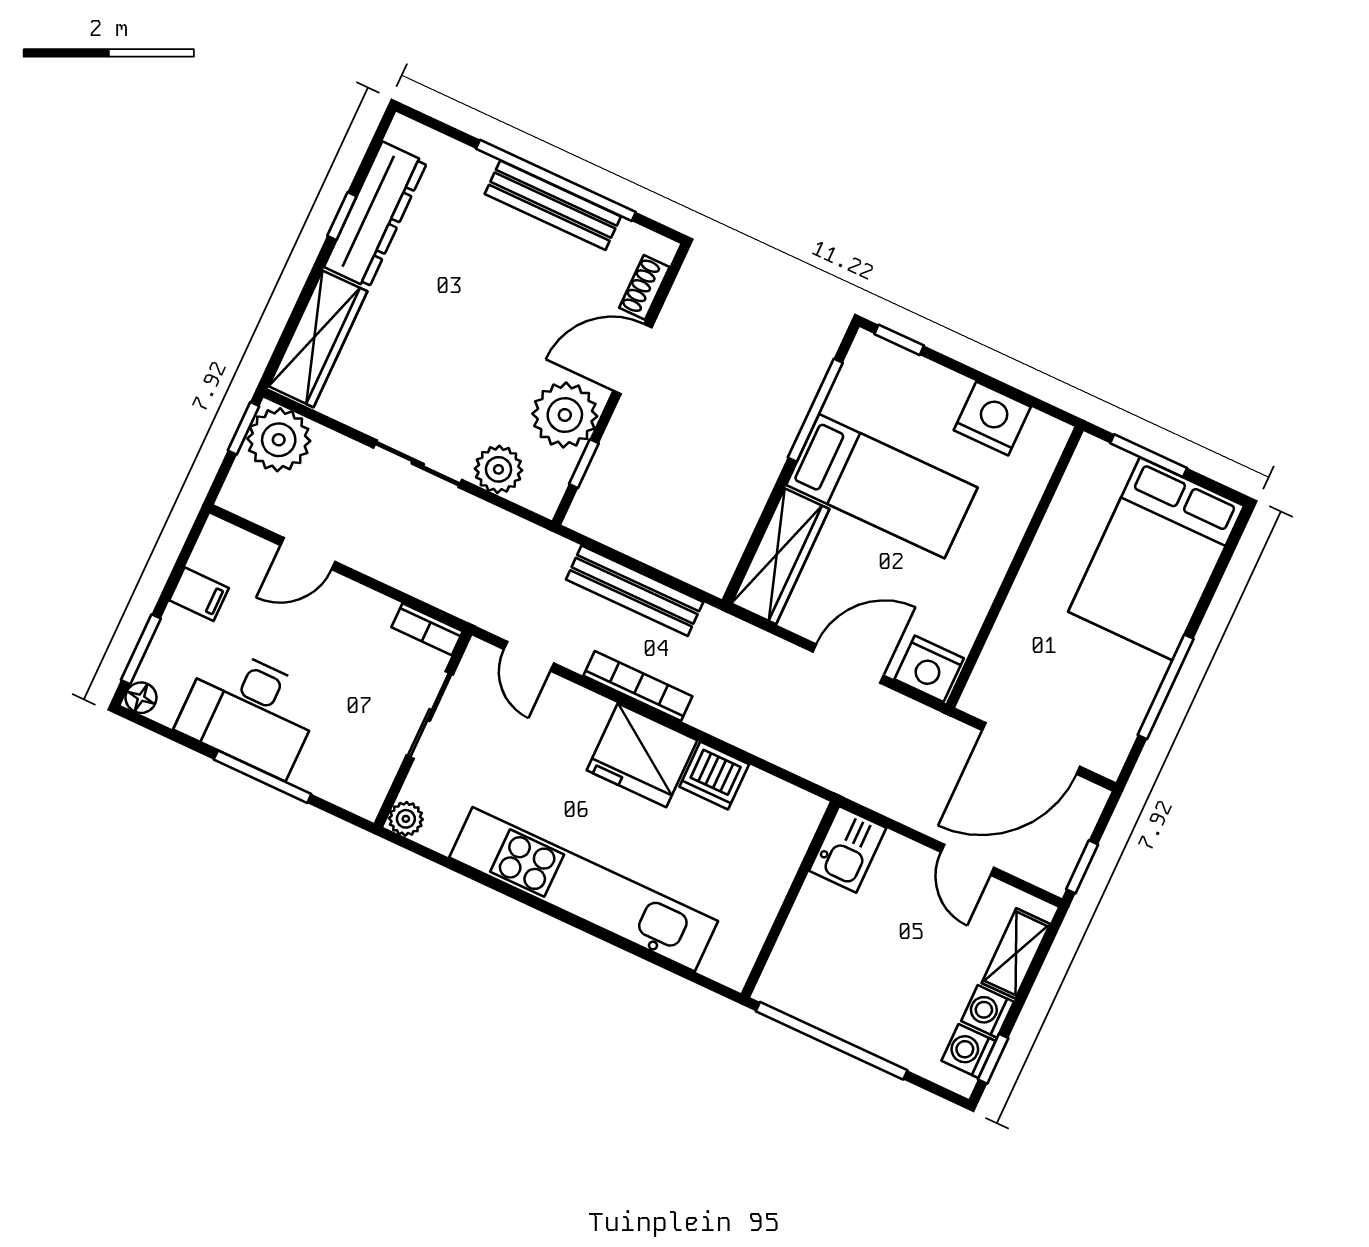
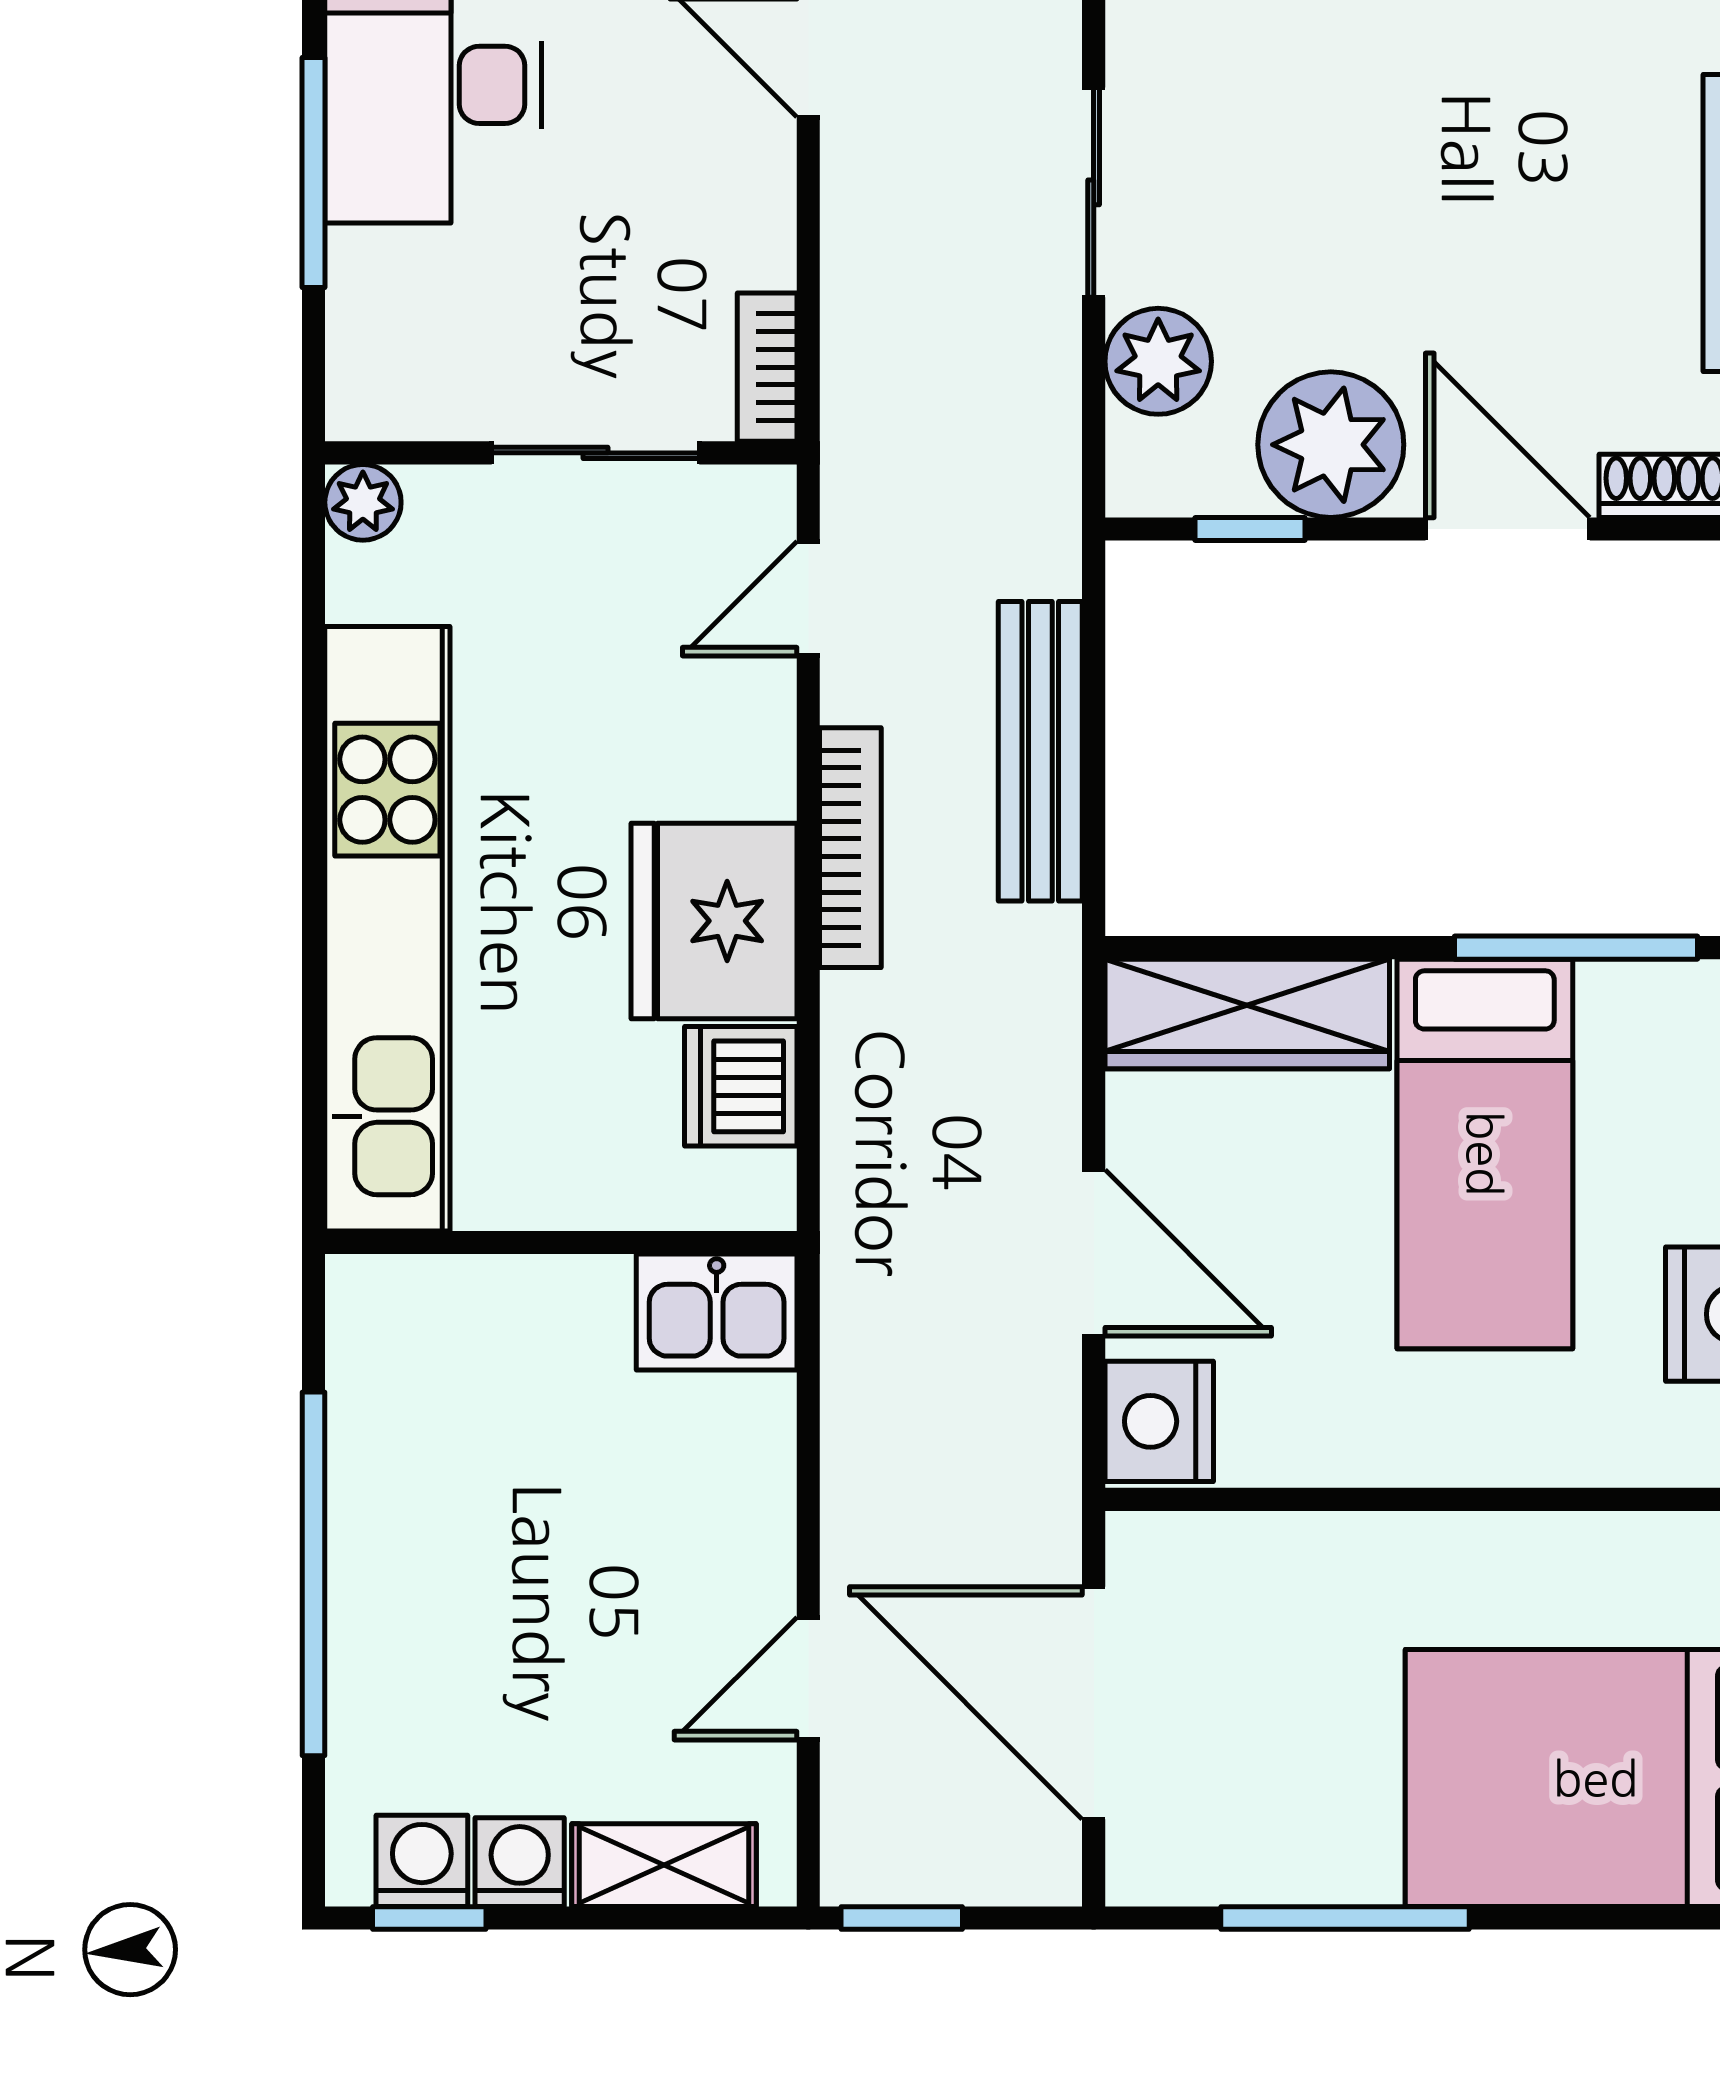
kitchen sink: (848, 849) -> (717, 1312), moved
wall: (790, 899) -> (561, 1243), moved

